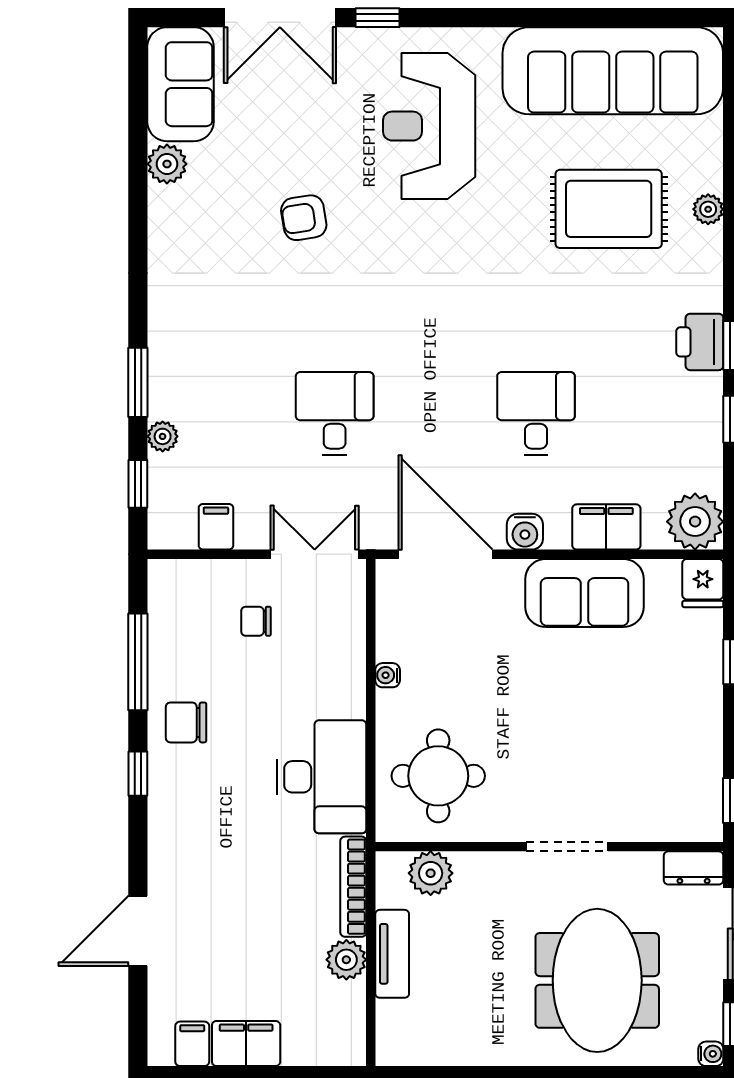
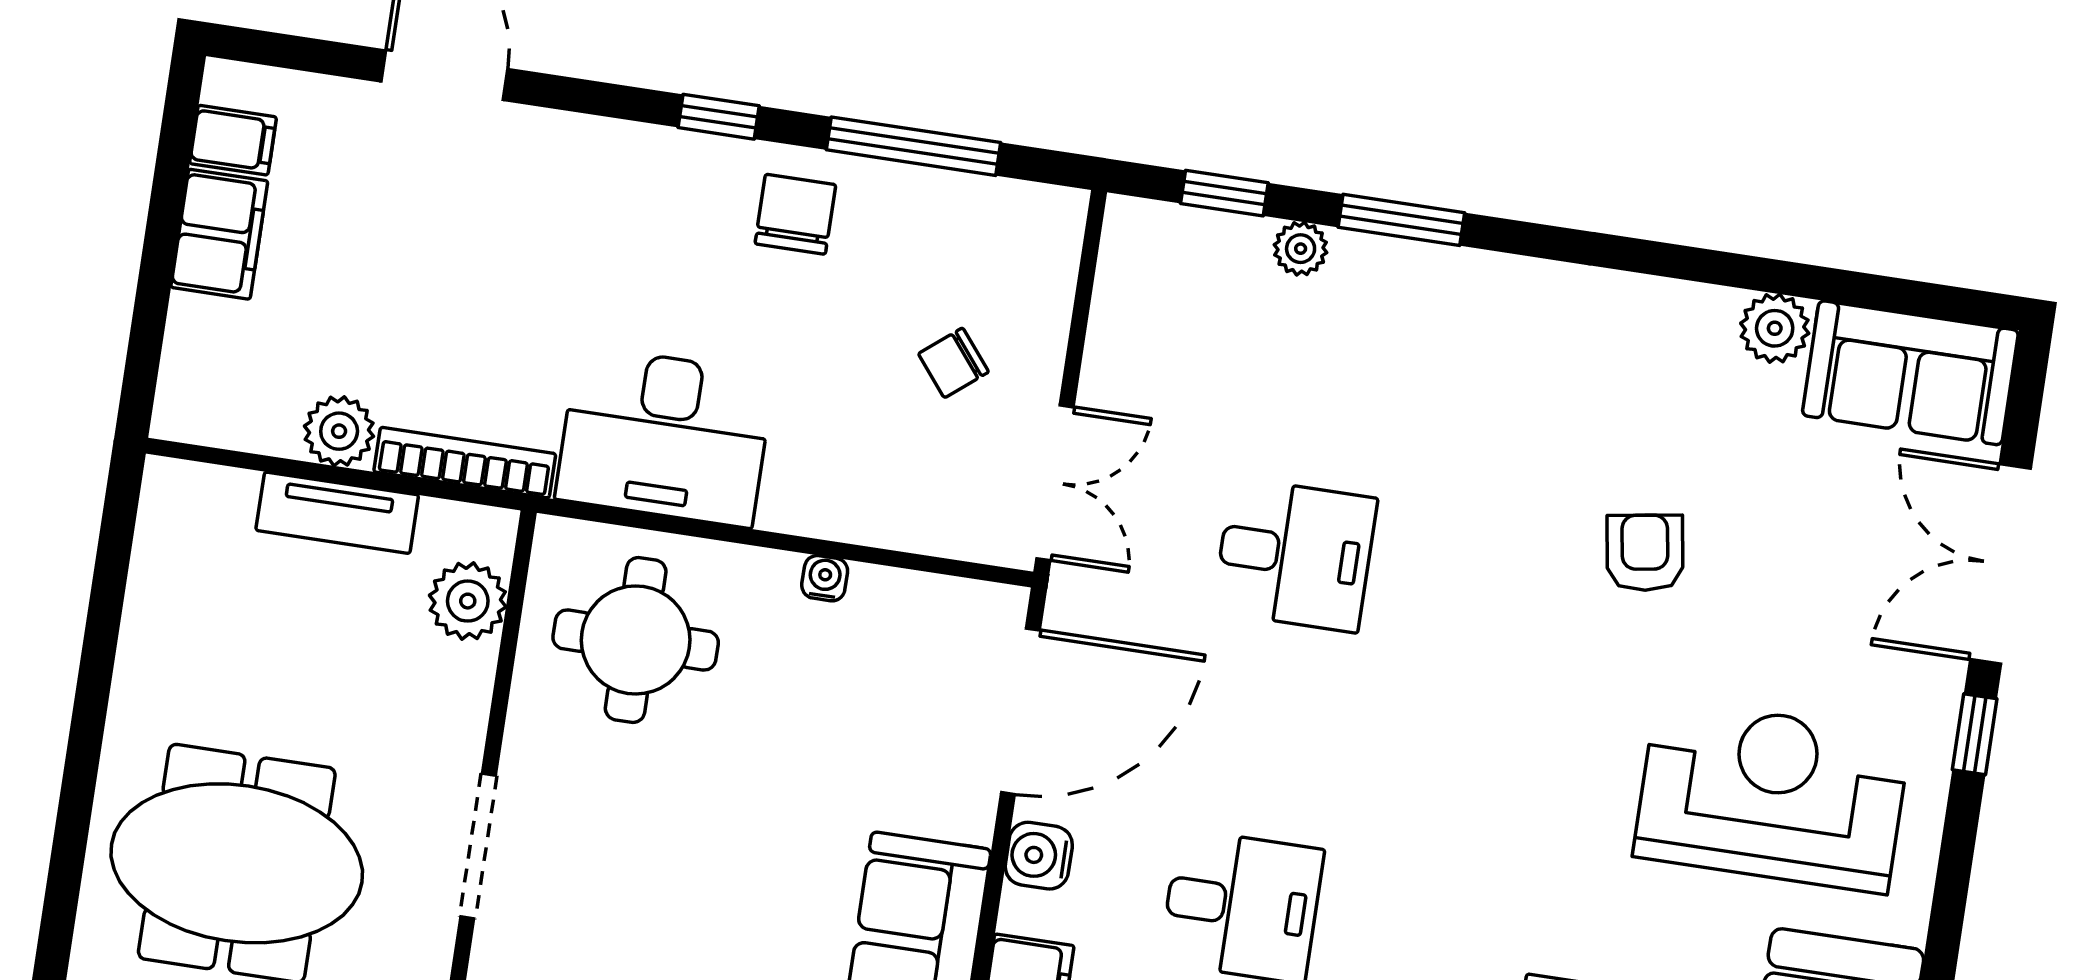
filing cabinet: (216, 527) -> (1129, 318), removed
chair: (256, 621) -> (953, 363), turned -129

